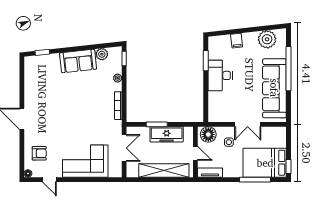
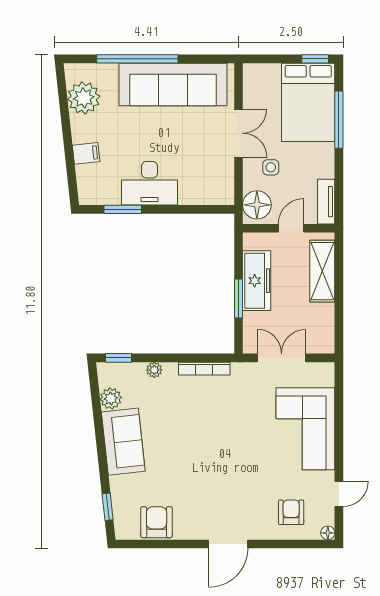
armchair: (34, 79) -> (157, 522), added
shelving: (164, 170) -> (322, 271), width x0.68

